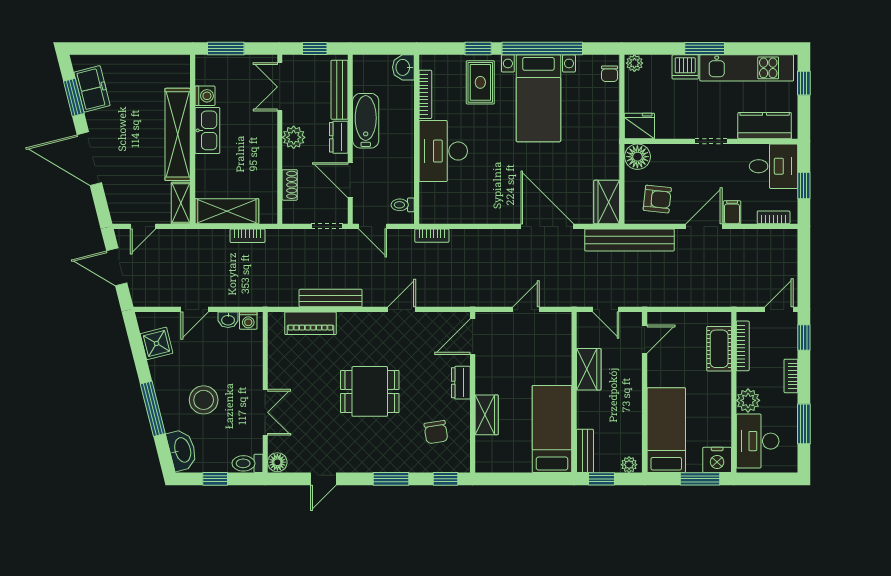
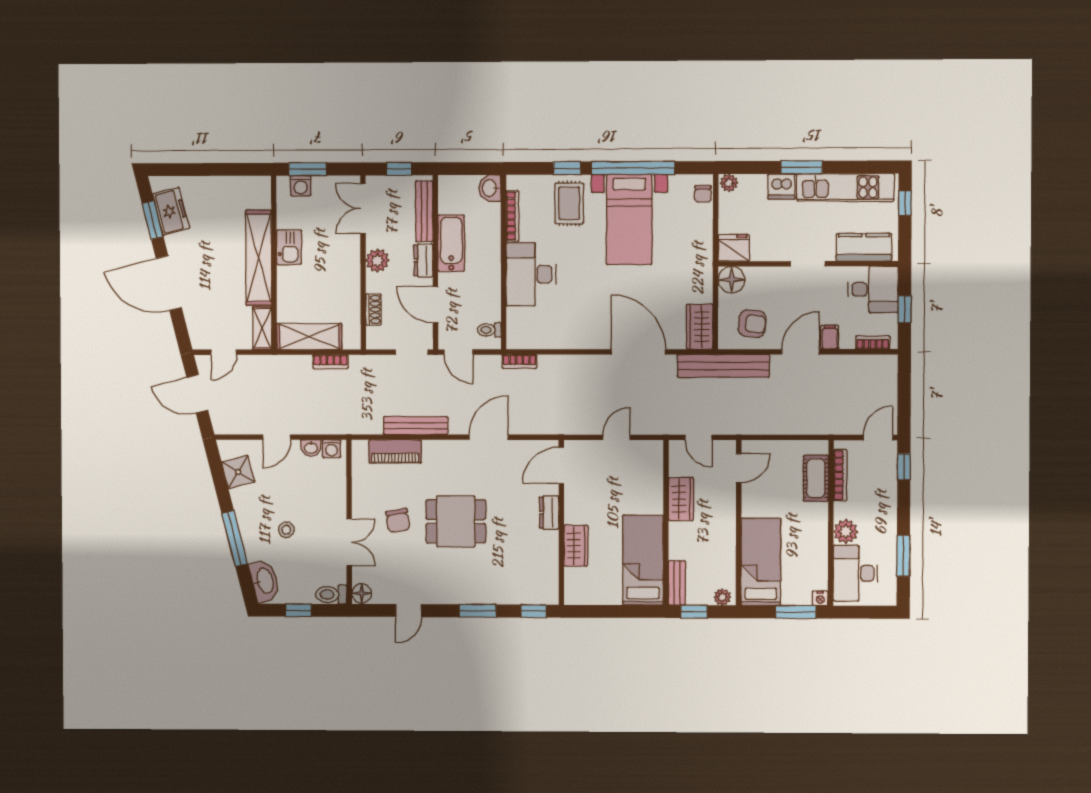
washing machine: (205, 96) -> (301, 186), moved, turned 90
kitchen sink: (207, 130) -> (289, 247), width x0.73
door: (402, 309) -> (488, 437), width x1.38
bookcase: (791, 376) -> (890, 506), removed
stool: (204, 400) -> (286, 530), width x0.53, depth x0.53
chair: (436, 432) -> (398, 521), moved
nightstand: (717, 460) -> (820, 598), width x0.53, depth x0.56

